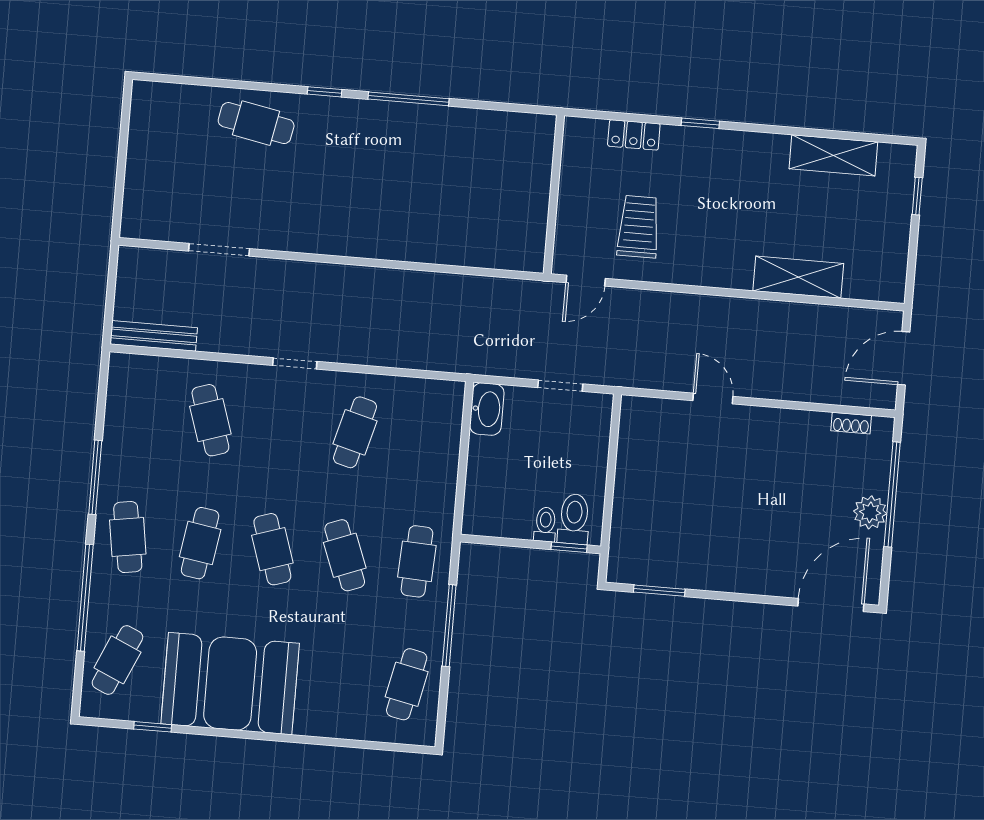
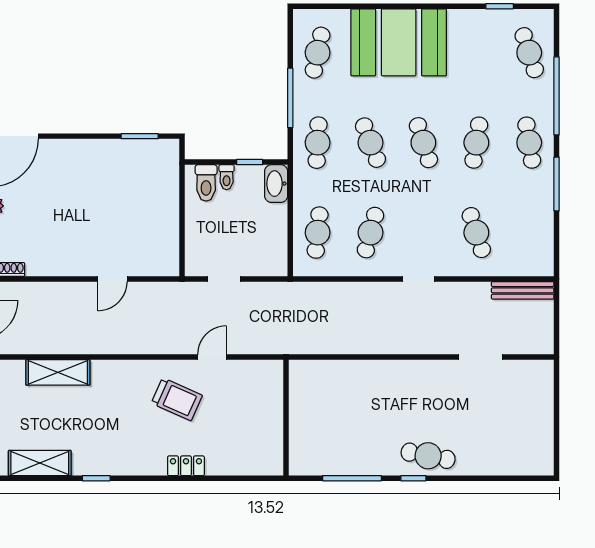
cafe table: (256, 123) -> (428, 456), moved
window: (700, 123) -> (96, 478), moved
wall: (554, 194) -> (286, 418), moved
trolley: (639, 227) -> (177, 399), turned -66
door: (713, 398) -> (112, 279), hinge flipped
washbasin: (487, 409) -> (276, 184), moved
cafe table: (427, 438) -> (318, 233), added
window: (569, 547) -> (250, 162), moved
cafe table: (117, 660) -> (529, 53), turned -42
booth: (230, 684) -> (399, 42), moved

